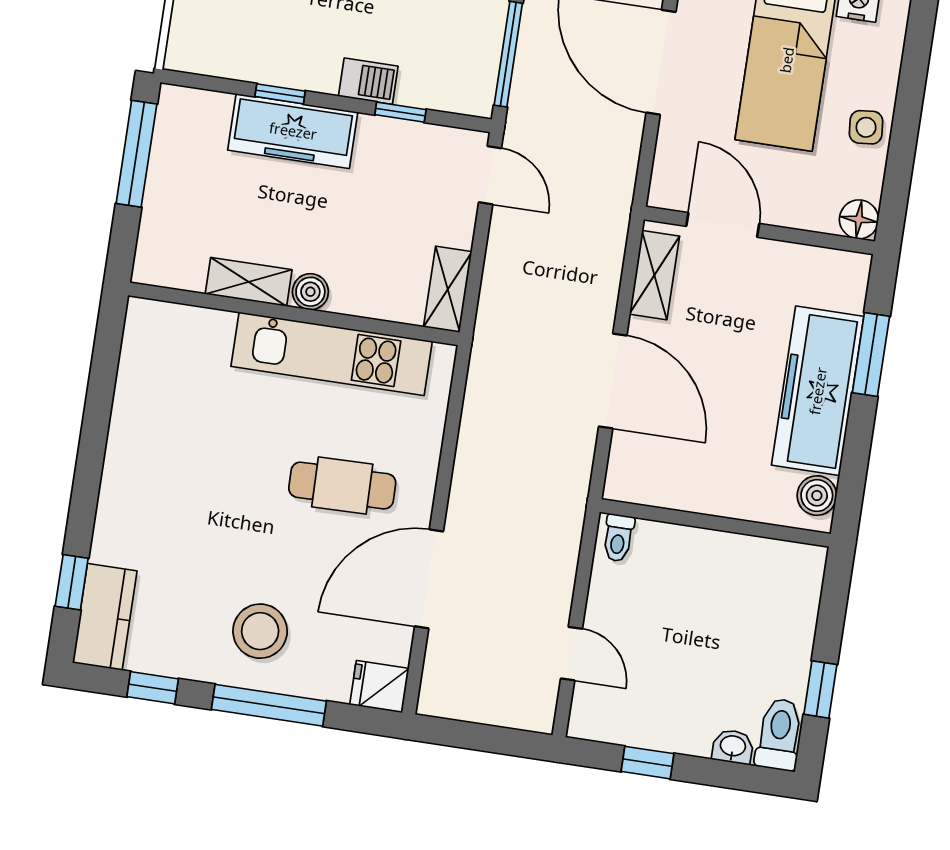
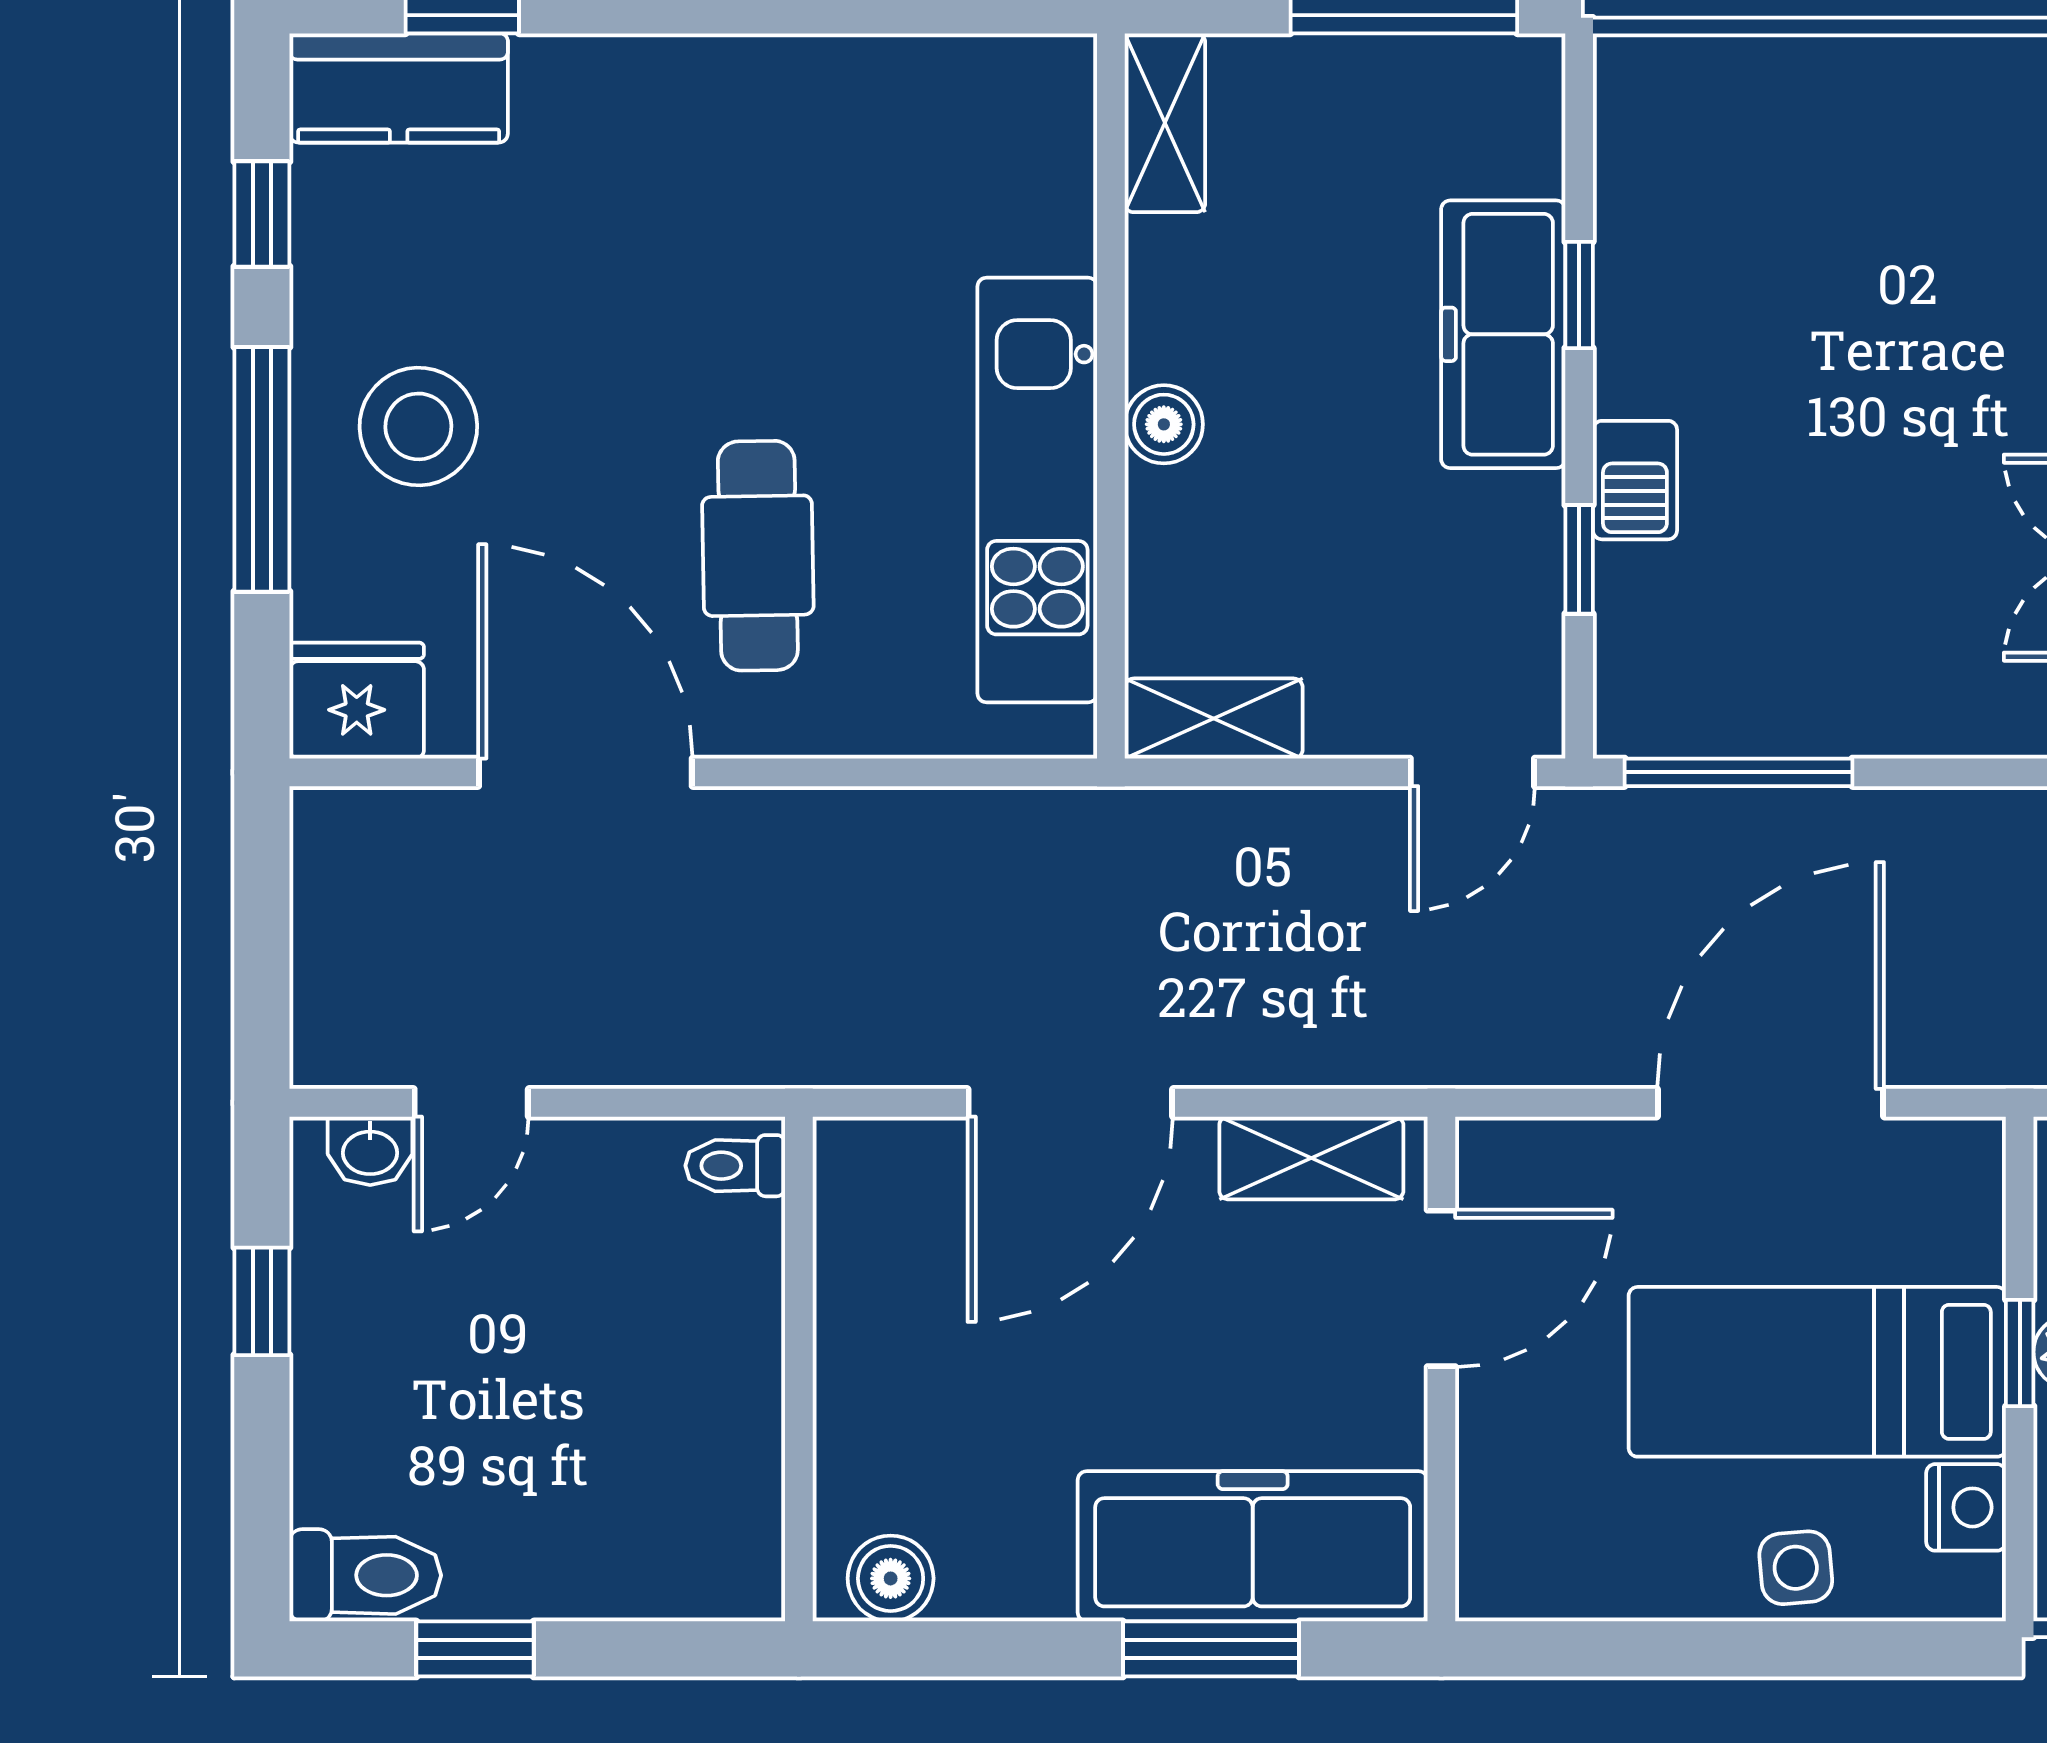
side table: (866, 127) -> (1796, 1568), moved
floor lamp: (859, 219) -> (1497, 1579), removed
shelving: (249, 282) -> (1165, 123), moved
freezer: (818, 391) -> (1253, 1546), moved
fridge: (379, 687) -> (357, 701), width x1.38
washbasin: (733, 747) -> (370, 1151), moved, turned 90

